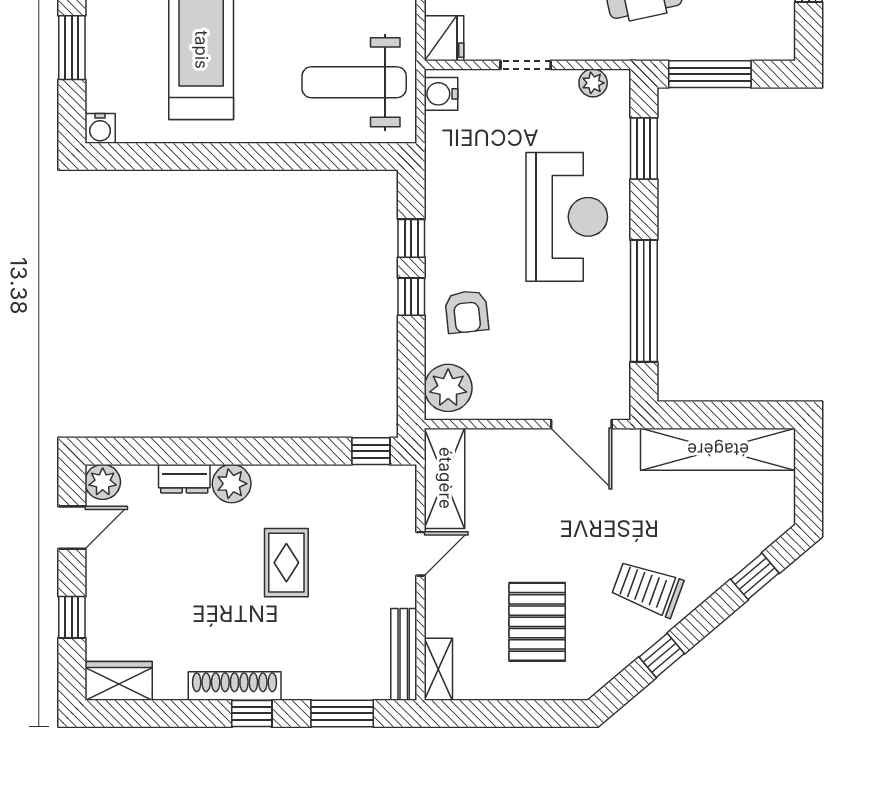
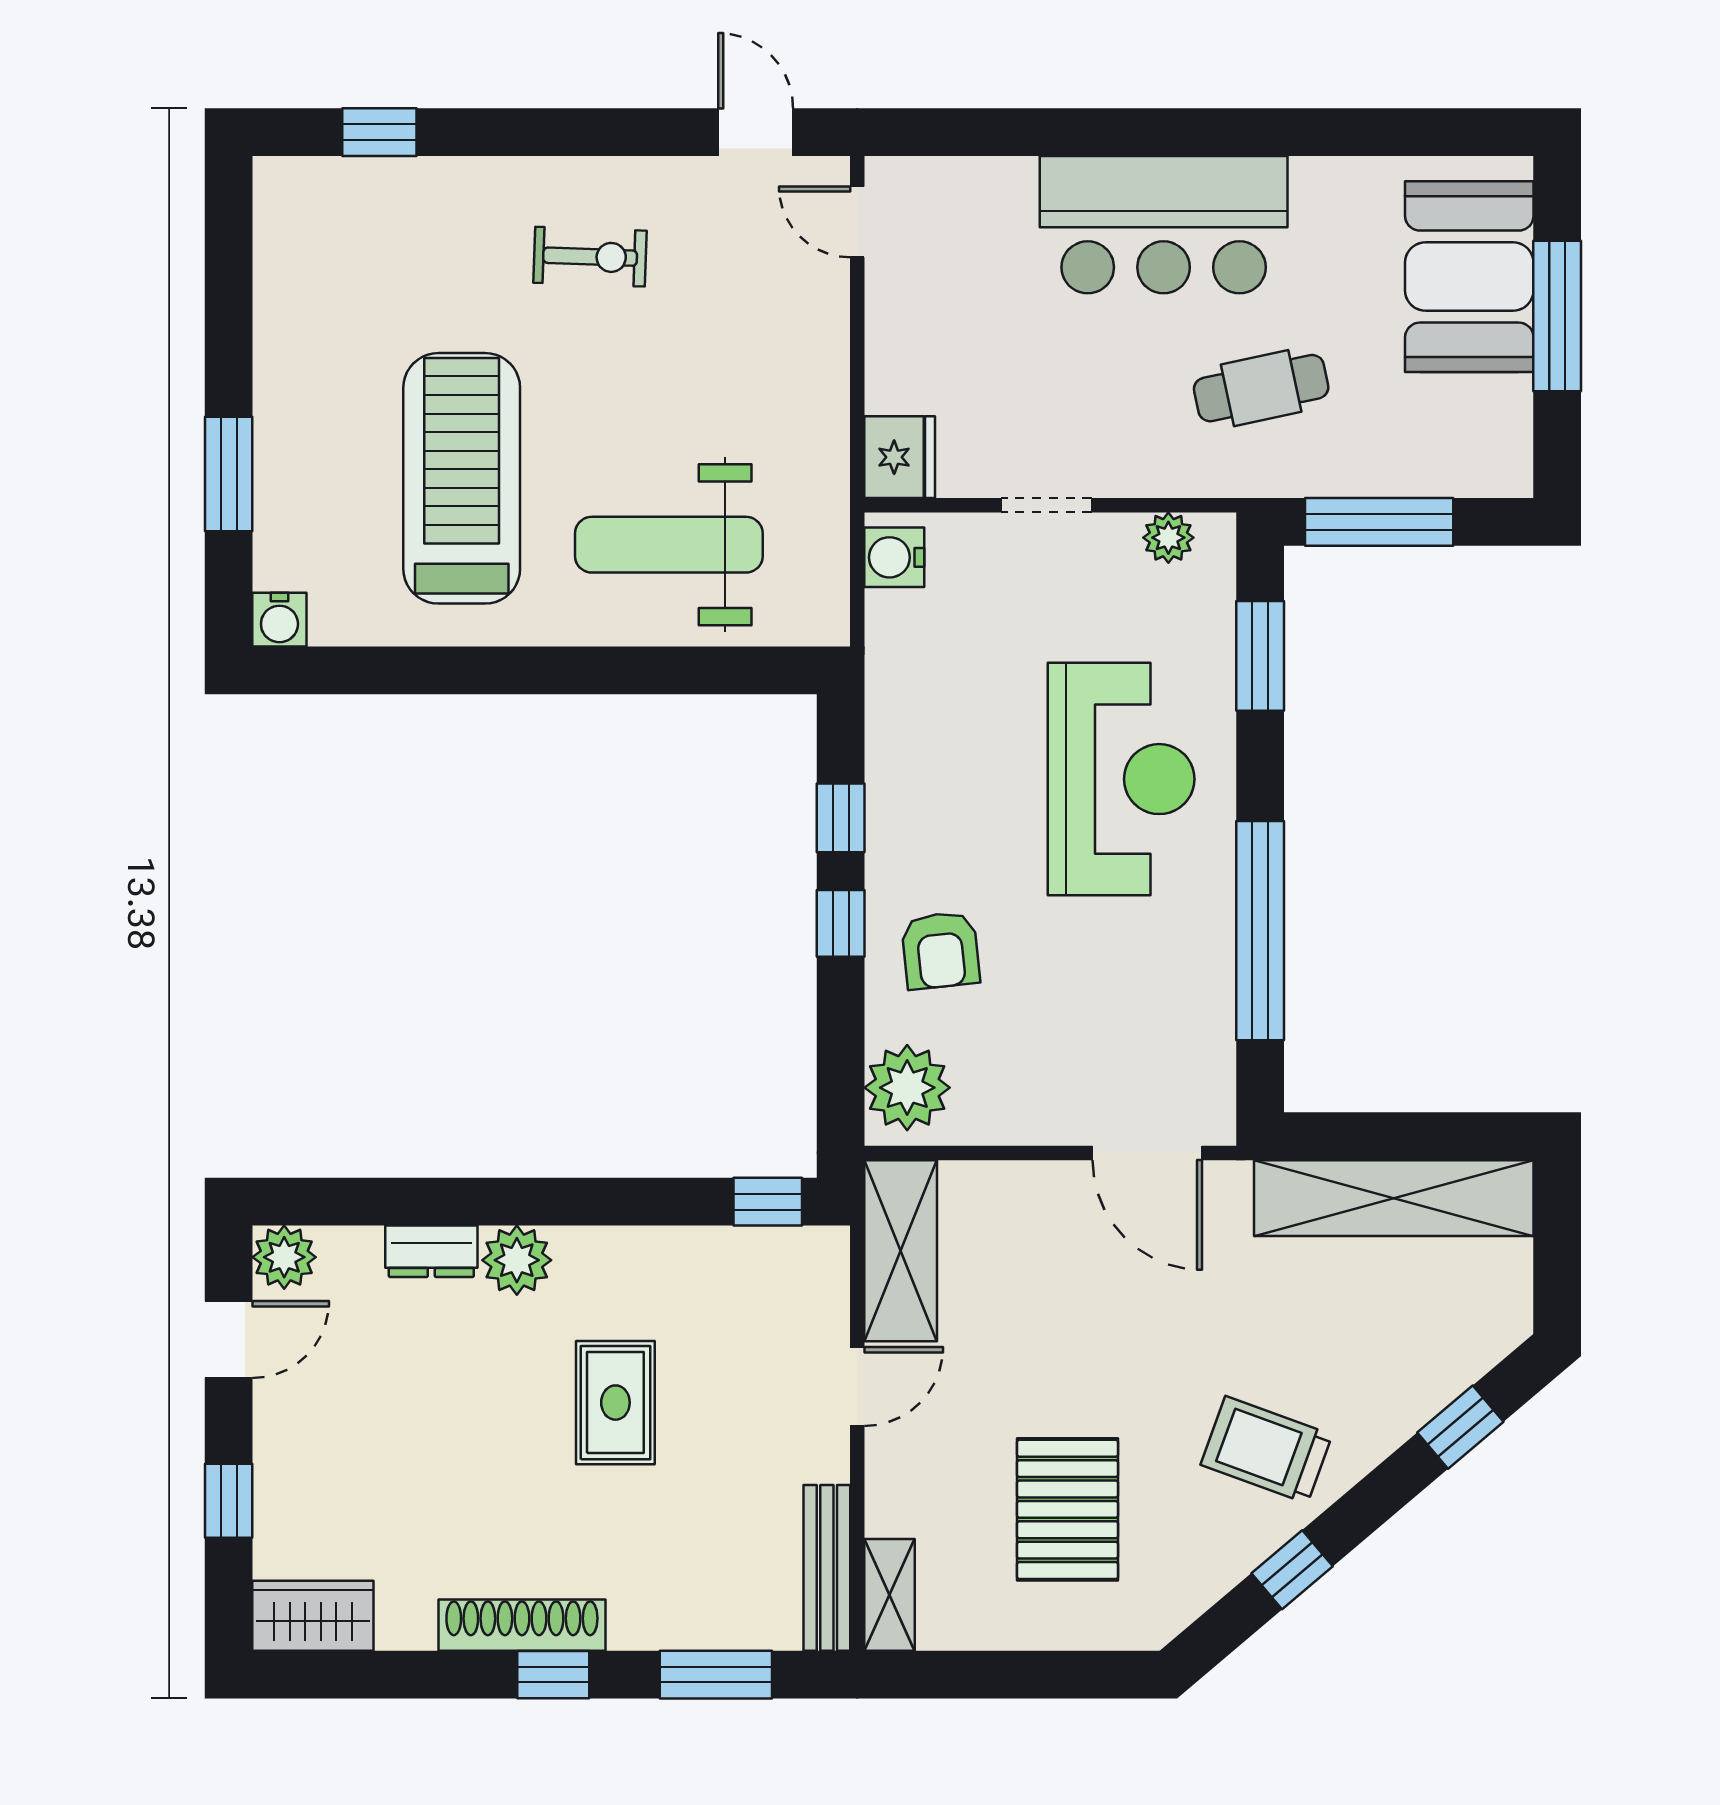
weight bench: (354, 82) -> (669, 545), moved

